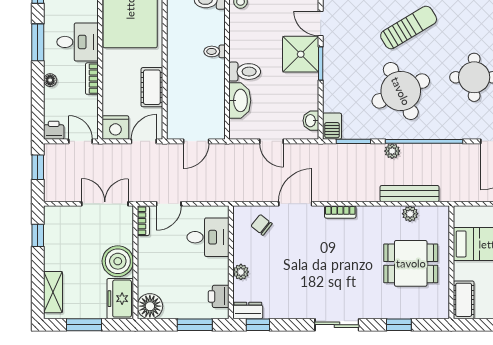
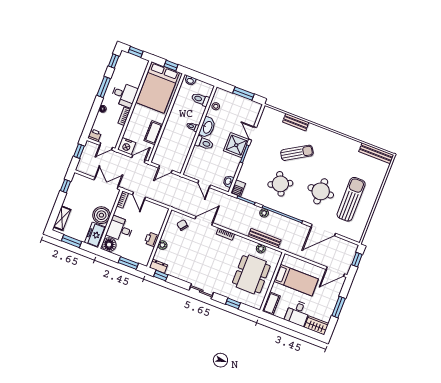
round table: (401, 91) -> (280, 184), width x0.73, depth x0.73
washbasin: (240, 100) -> (207, 127), moved
door: (81, 141) -> (106, 146), swing flipped
door: (169, 204) -> (139, 196), hinge flipped
desk: (208, 237) -> (120, 229), moved, turned 180
dining table: (411, 263) -> (251, 274), width x1.38
printer: (219, 296) -> (152, 239), moved

